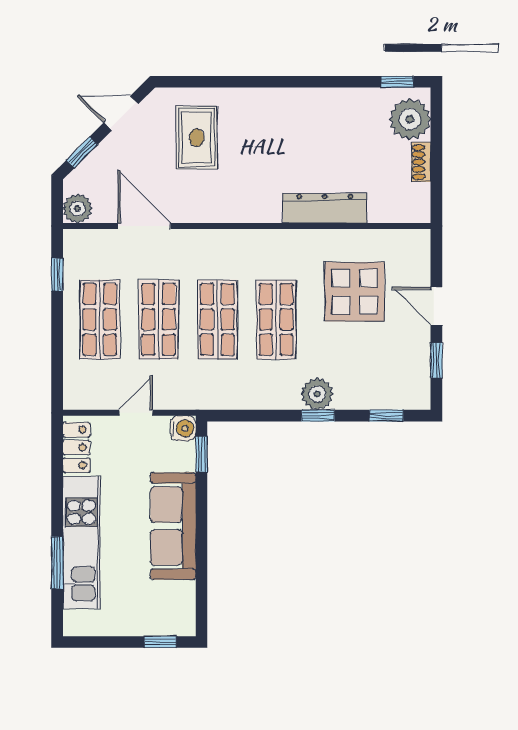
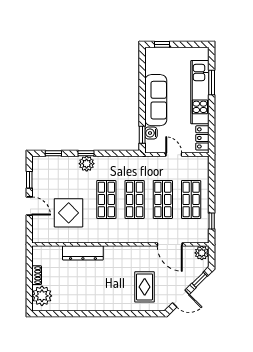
window: (397, 82) -> (48, 314), removed
door: (136, 413) -> (174, 155), swing flipped
water cooler: (183, 428) -> (151, 133), moved

